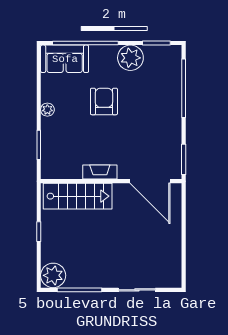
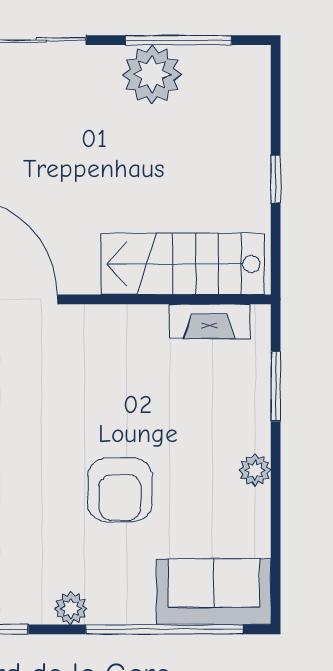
plant: (130, 58) -> (71, 608), width x0.53, depth x0.53
fireplace: (100, 172) -> (209, 321), moved
plant: (53, 275) -> (152, 74), moved

